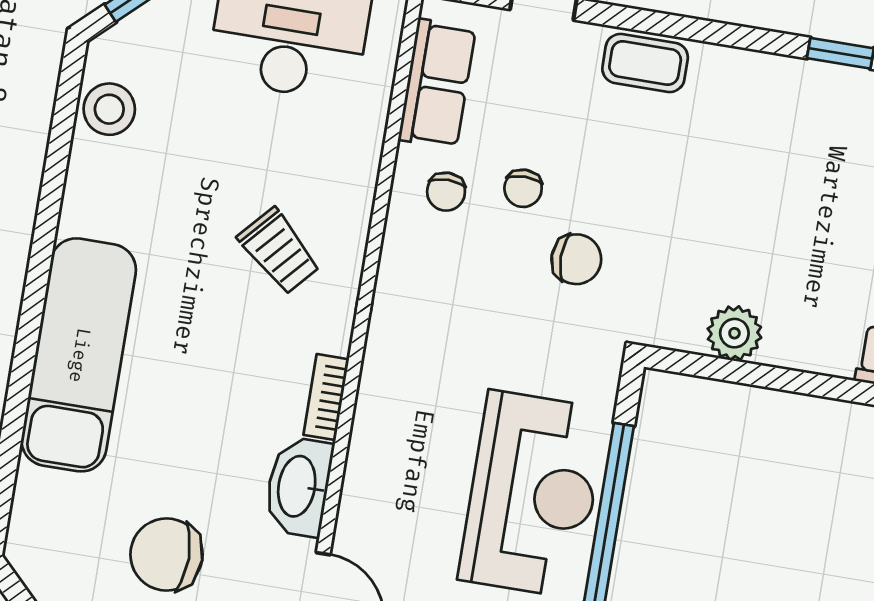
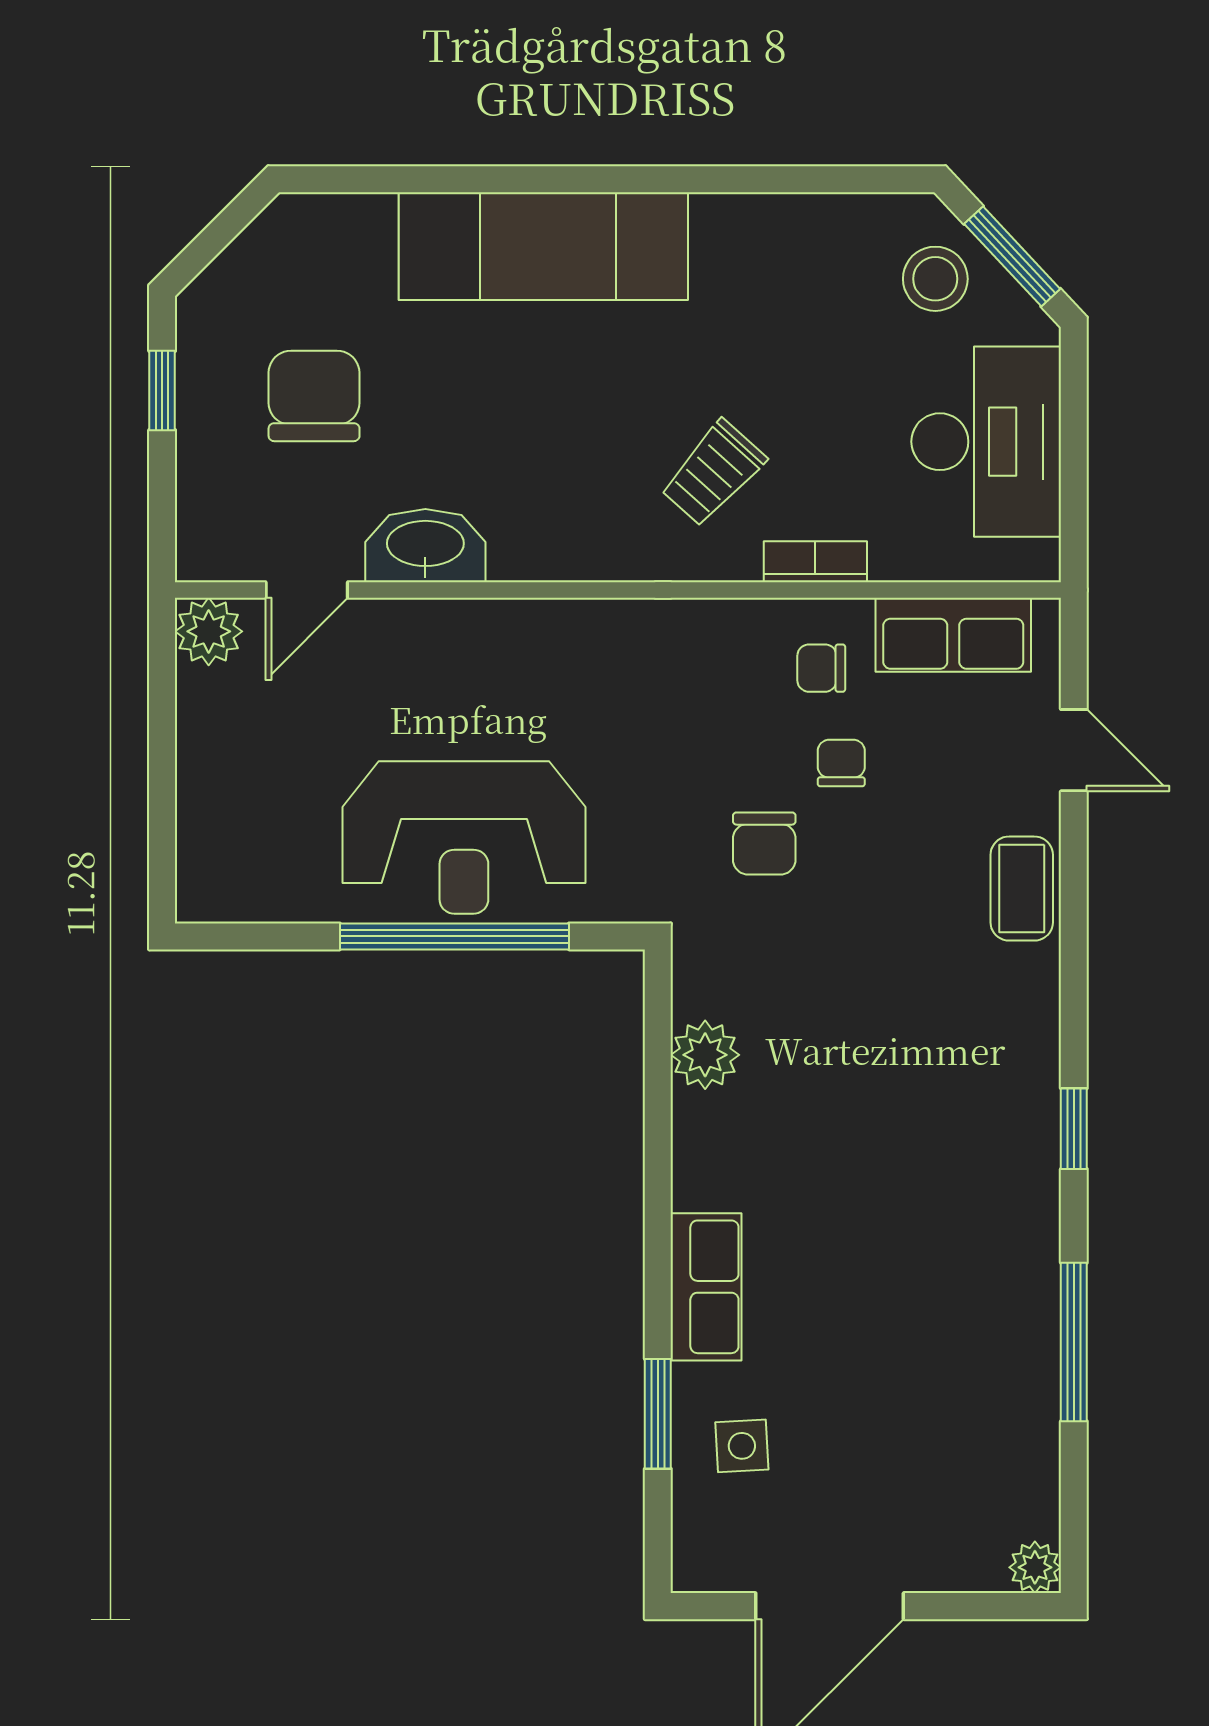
stool: (109, 109) -> (935, 279), moved
chair: (523, 188) -> (841, 763), turned 90
bookcase: (326, 397) -> (815, 562), moved

